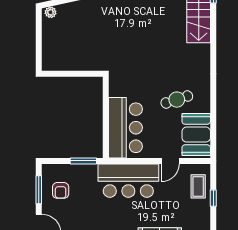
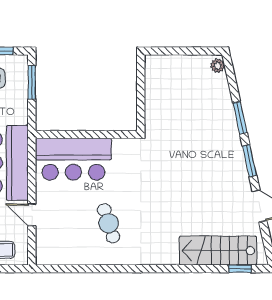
booth: (196, 135) -> (65, 247), removed
window: (83, 161) -> (32, 82), moved

